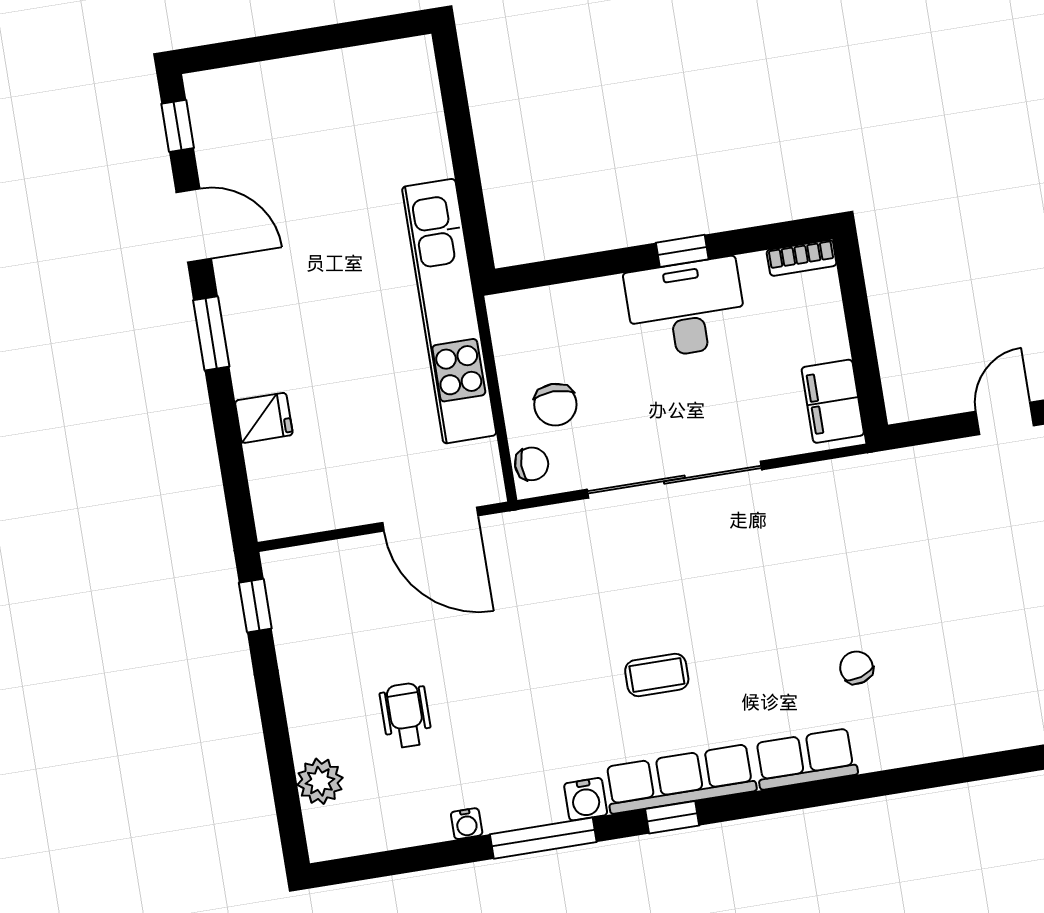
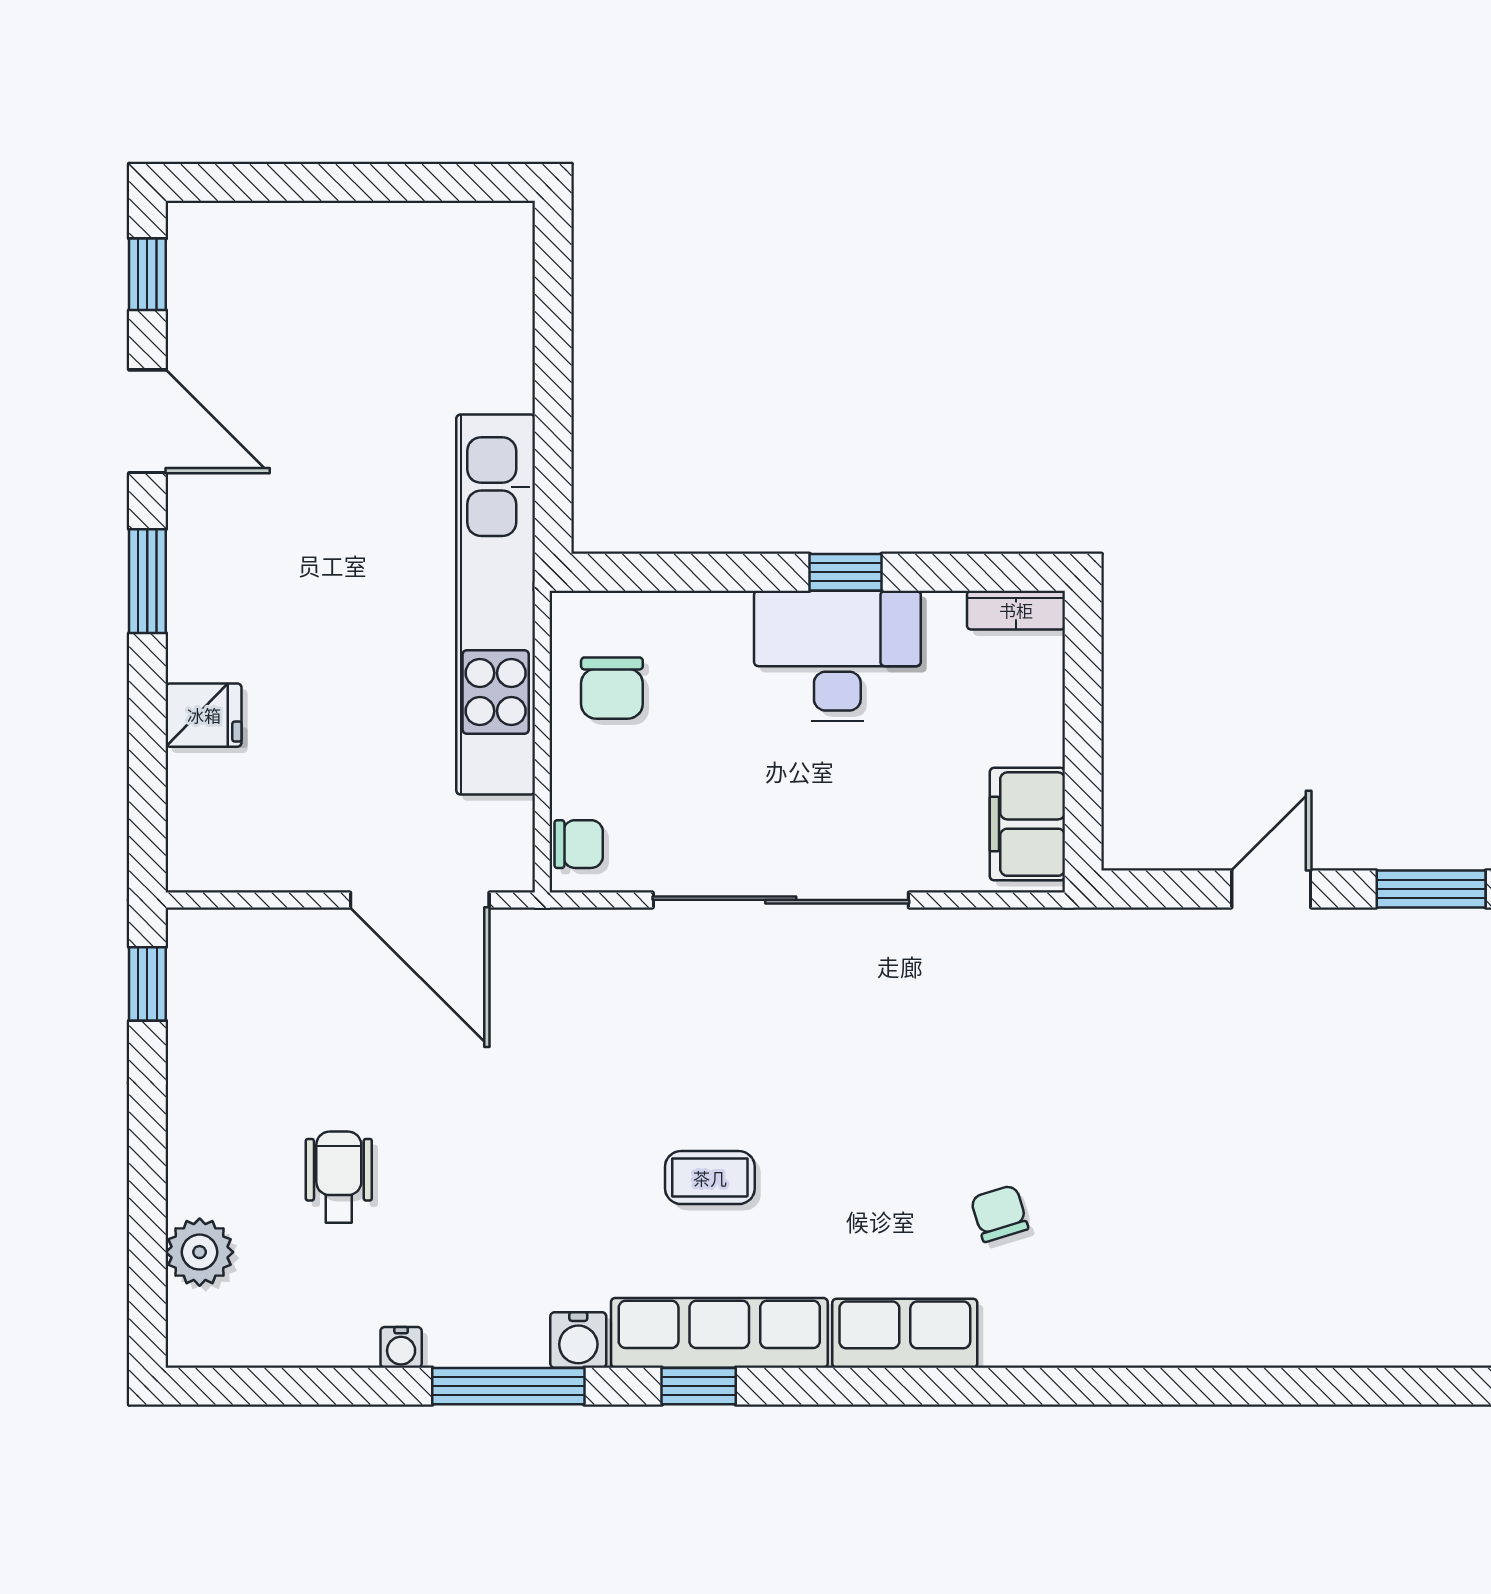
chair: (555, 405) -> (612, 688), moved

